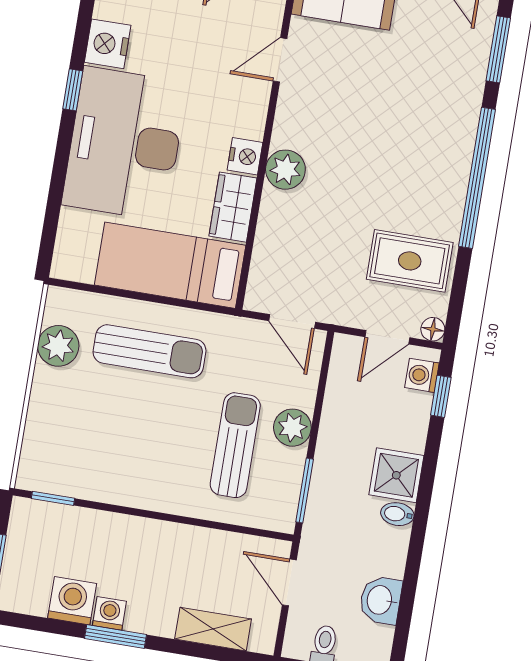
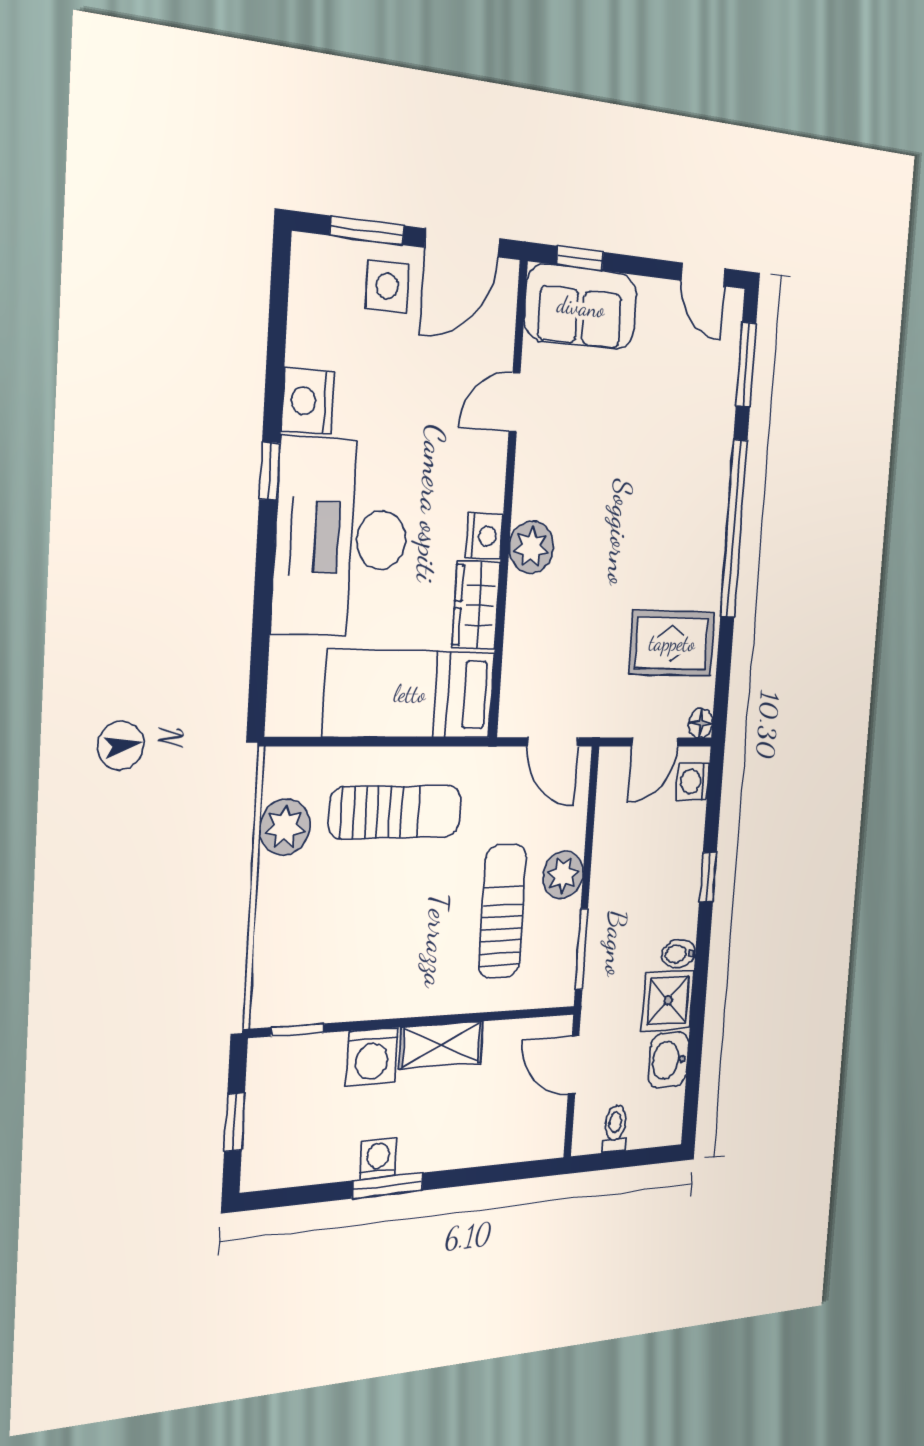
window: (441, 396) -> (708, 877), moved
shower: (396, 475) -> (668, 1000), moved
washing machine: (72, 601) -> (372, 1057), moved, turned 180
shelving: (213, 629) -> (441, 1045), moved

